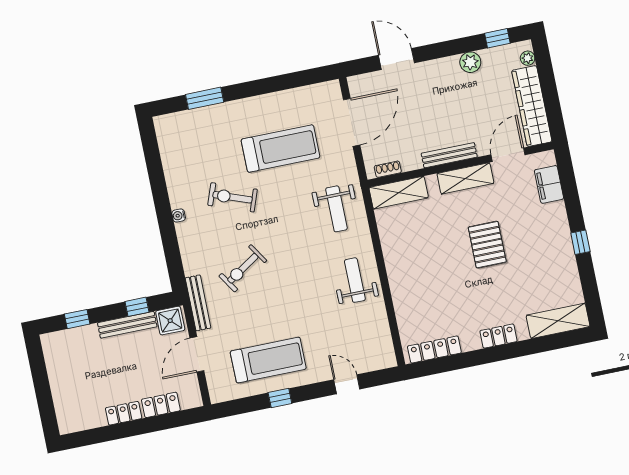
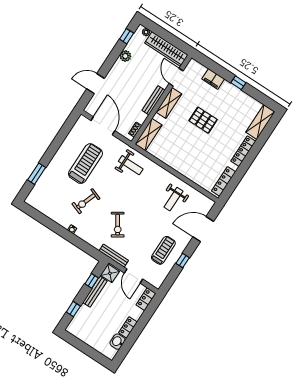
filing cabinet: (549, 184) -> (213, 79), moved
weight bench: (355, 280) -> (173, 199), moved, turned -90
locker: (498, 336) -> (243, 151), width x1.53
treadmill: (268, 360) -> (163, 250), width x0.73, depth x0.73
door: (347, 384) -> (203, 229), width x1.88
locker: (161, 405) -> (146, 299), moved
washbasin: (92, 418) -> (118, 342), added

